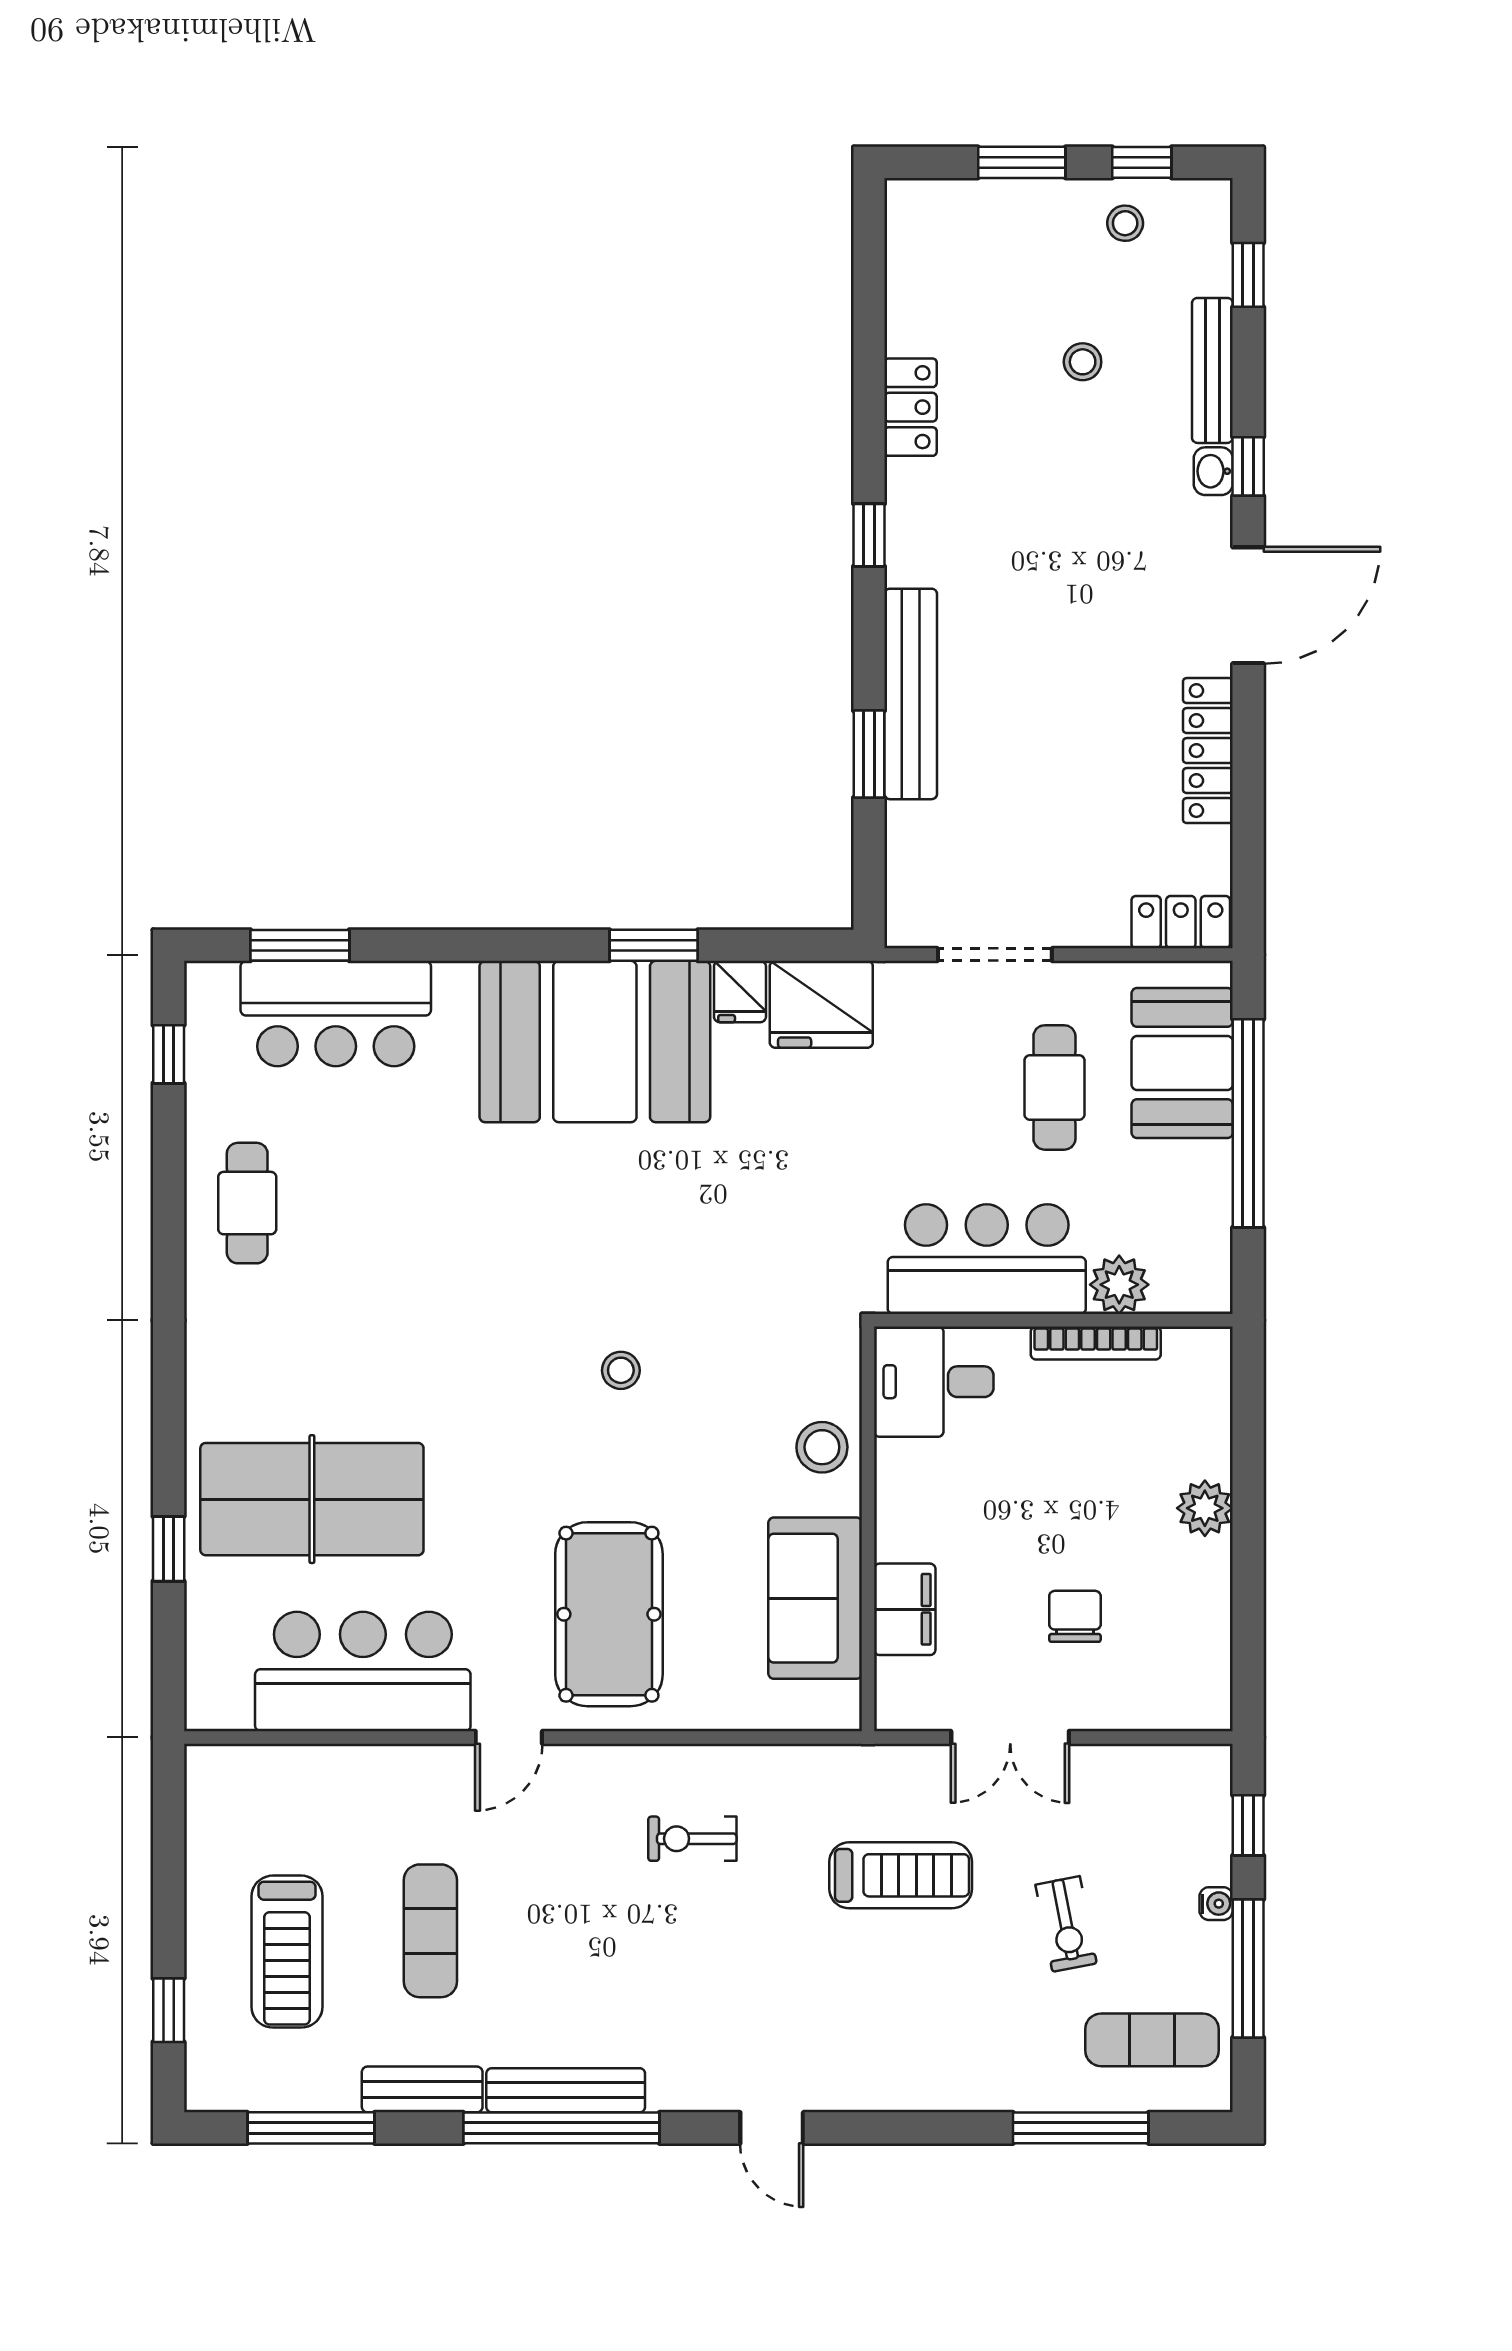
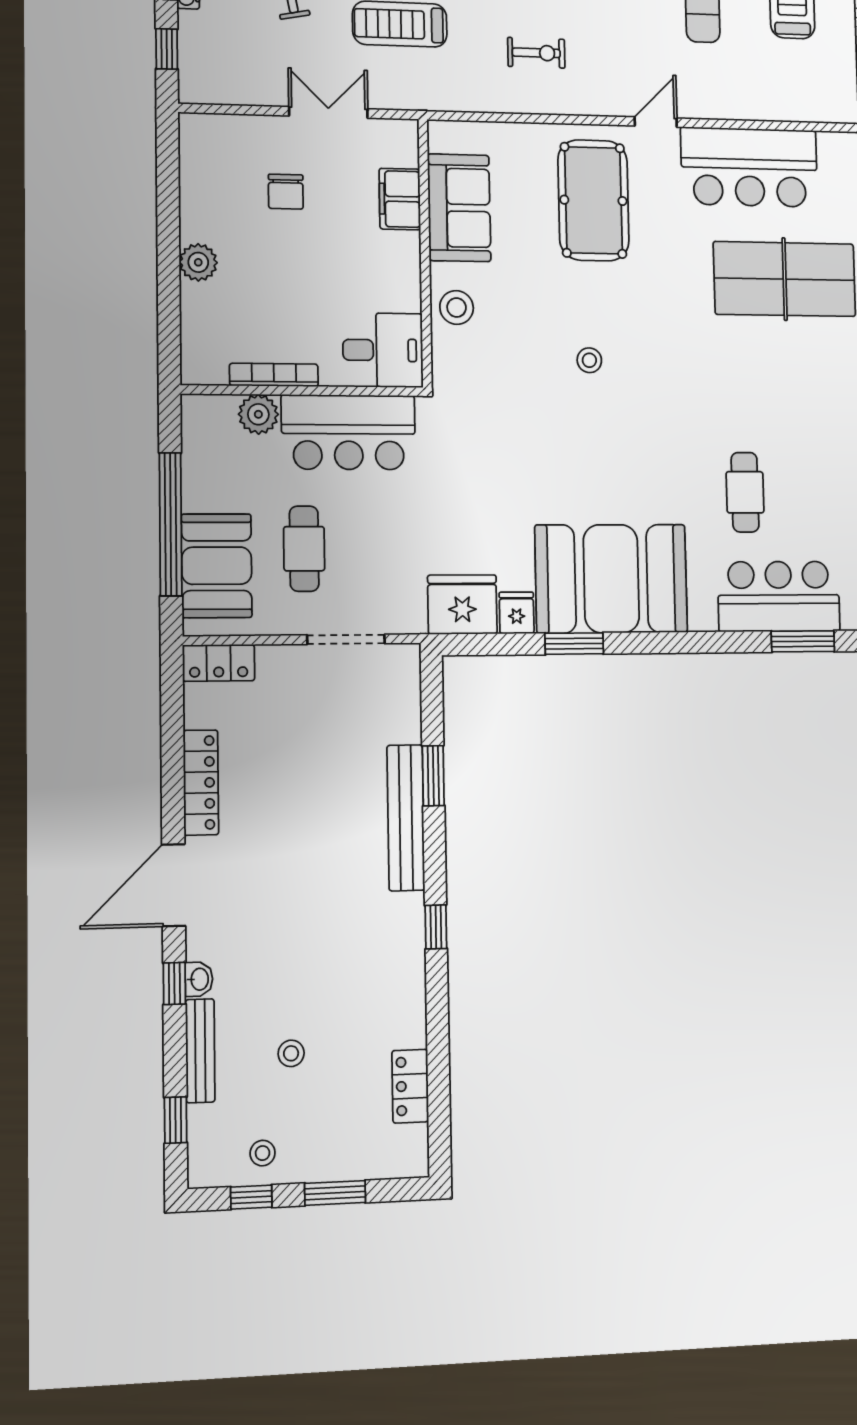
locker: (911, 407) -> (410, 1086), moved
cafe table: (247, 1203) -> (745, 492), moved

